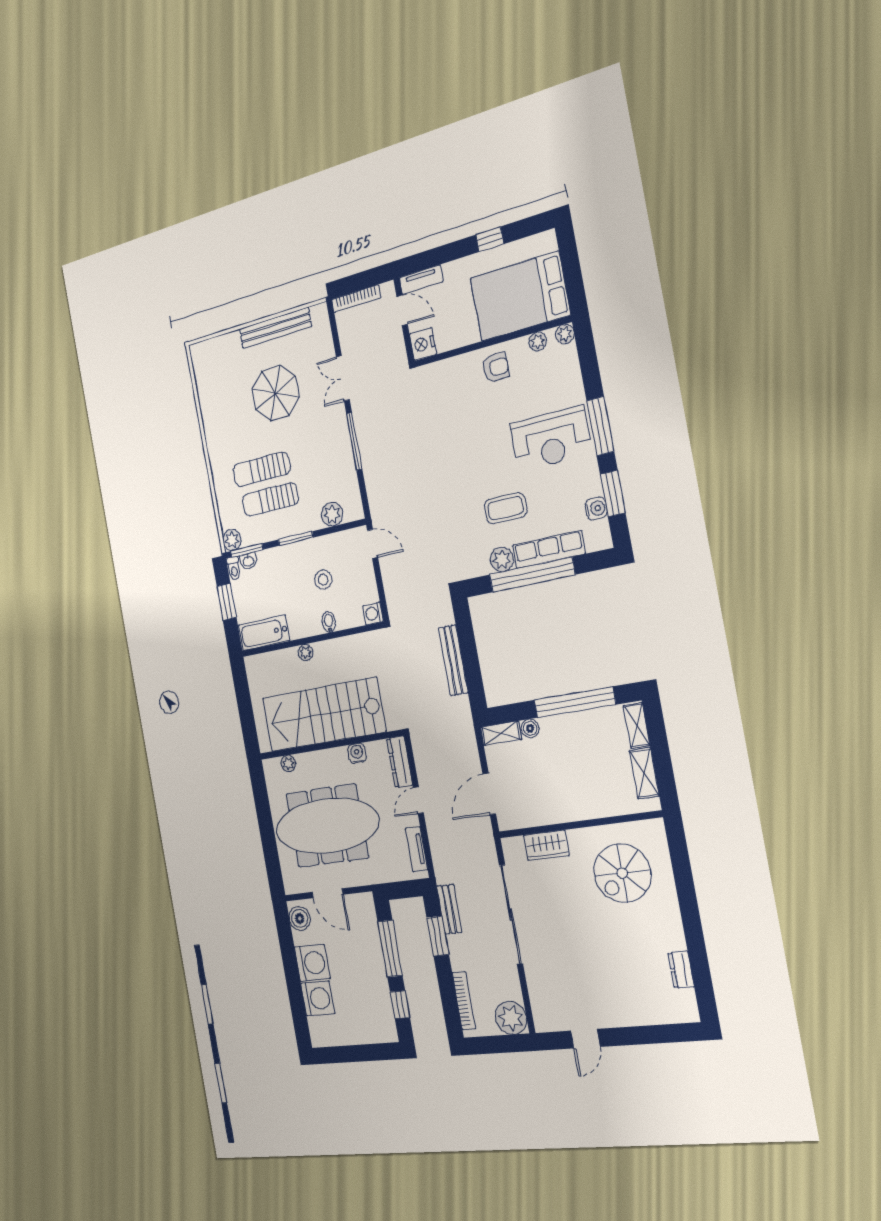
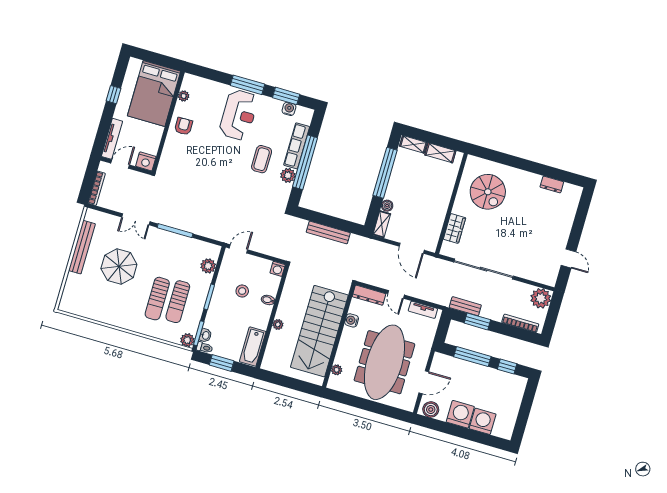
tv unit: (421, 280) -> (112, 139), width x1.41
plant: (565, 334) -> (189, 79), removed

